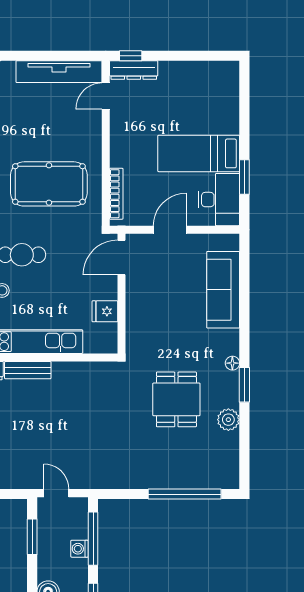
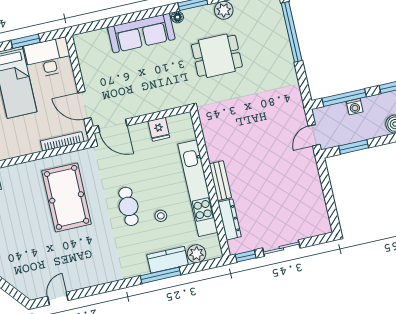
door: (170, 230) -> (84, 105), moved
sofa: (223, 290) -> (141, 33), moved

